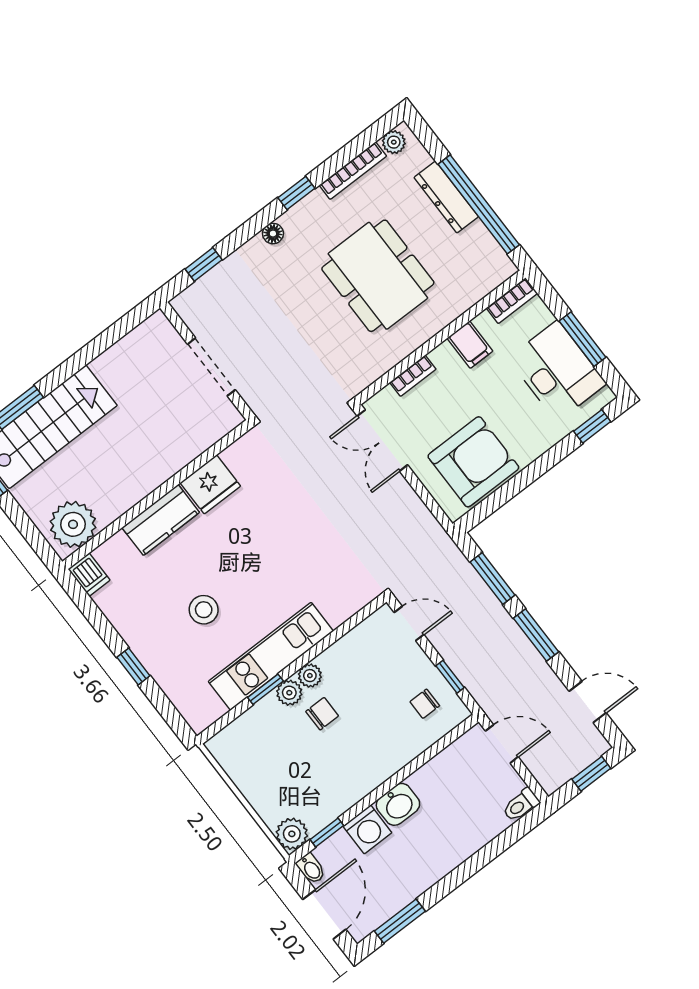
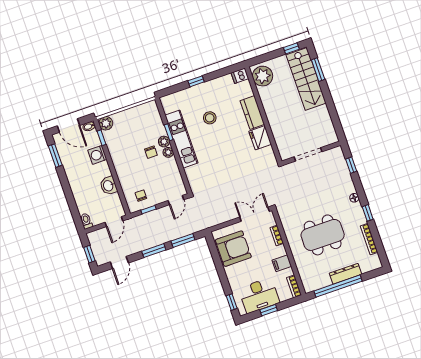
plant: (394, 142) -> (375, 260), removed
window: (583, 339) -> (269, 310), width x0.67
armchair: (473, 462) -> (233, 249), turned -90
washbasin: (398, 804) -> (109, 186), moved

